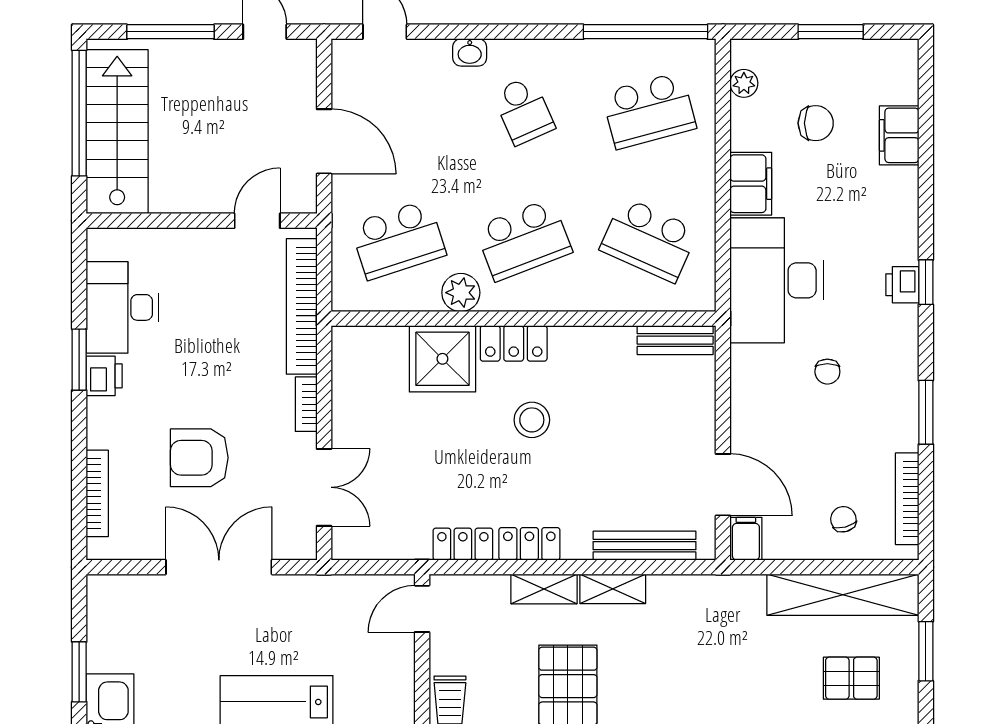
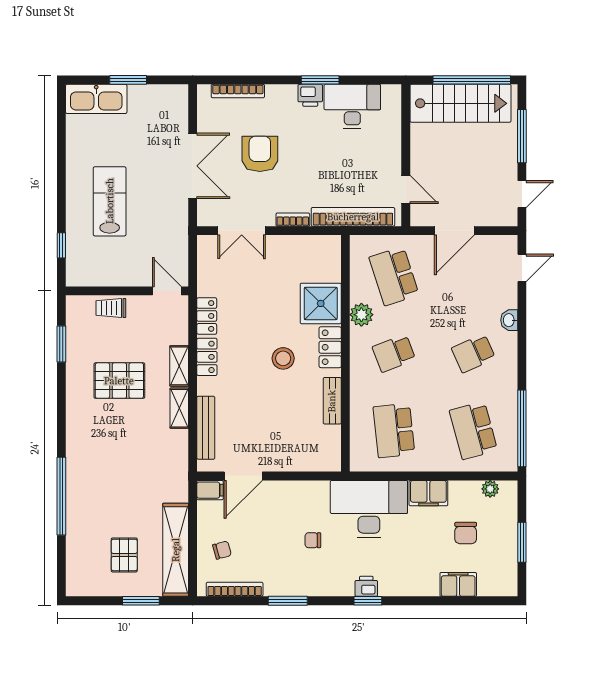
school desk: (524, 240) -> (394, 353), width x0.54
school desk: (649, 240) -> (394, 430), turned -30
bench: (675, 340) -> (332, 401), moved

